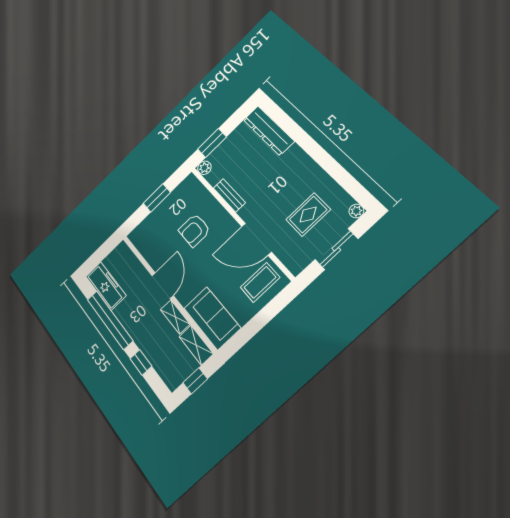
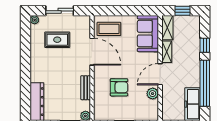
plant: (154, 258) -> (153, 94), added

